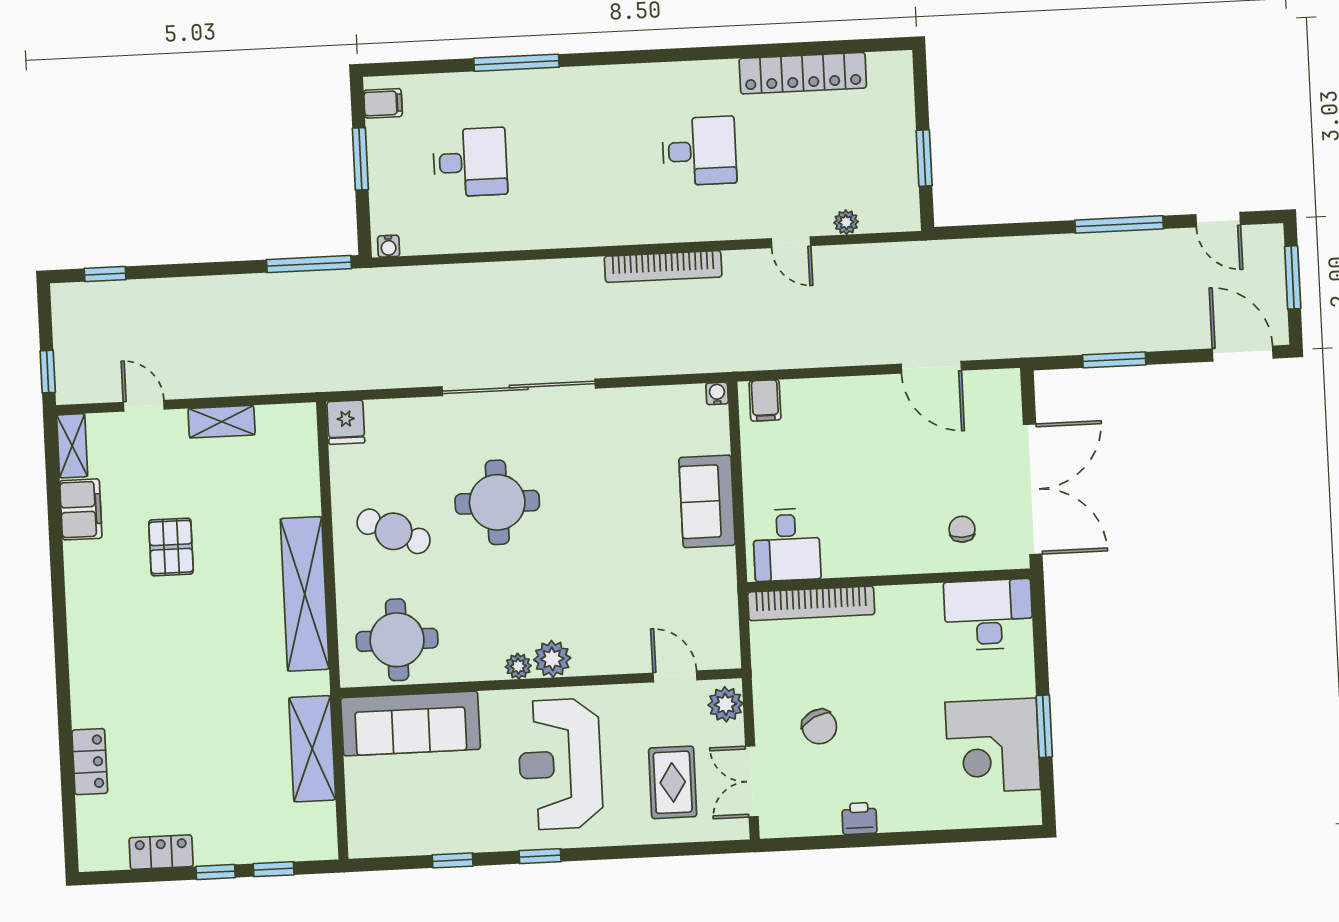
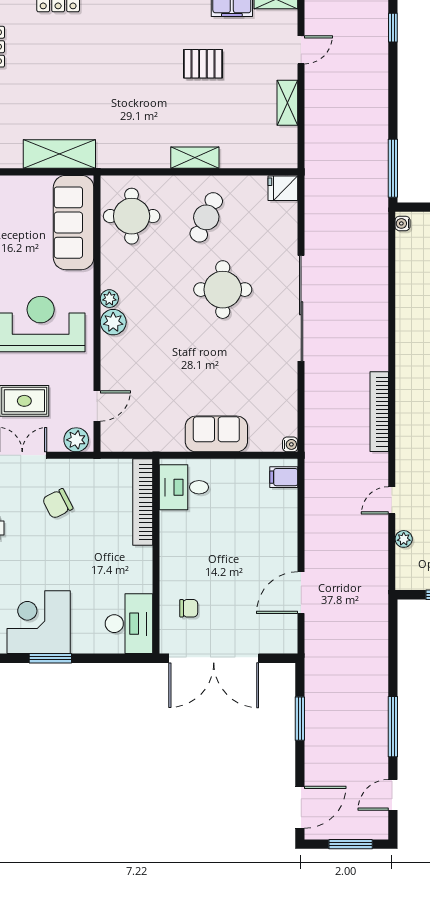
shelving: (305, 594) -> (195, 158), width x0.45, depth x0.75

